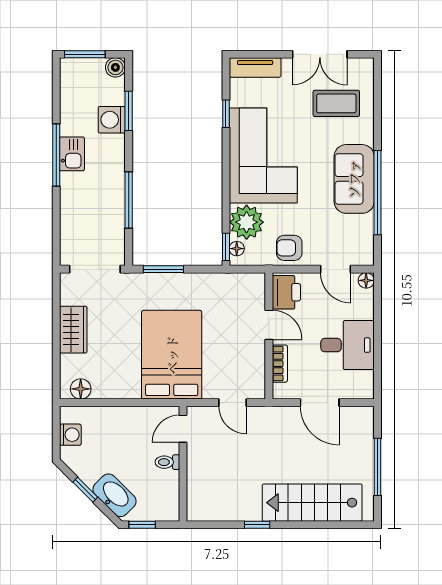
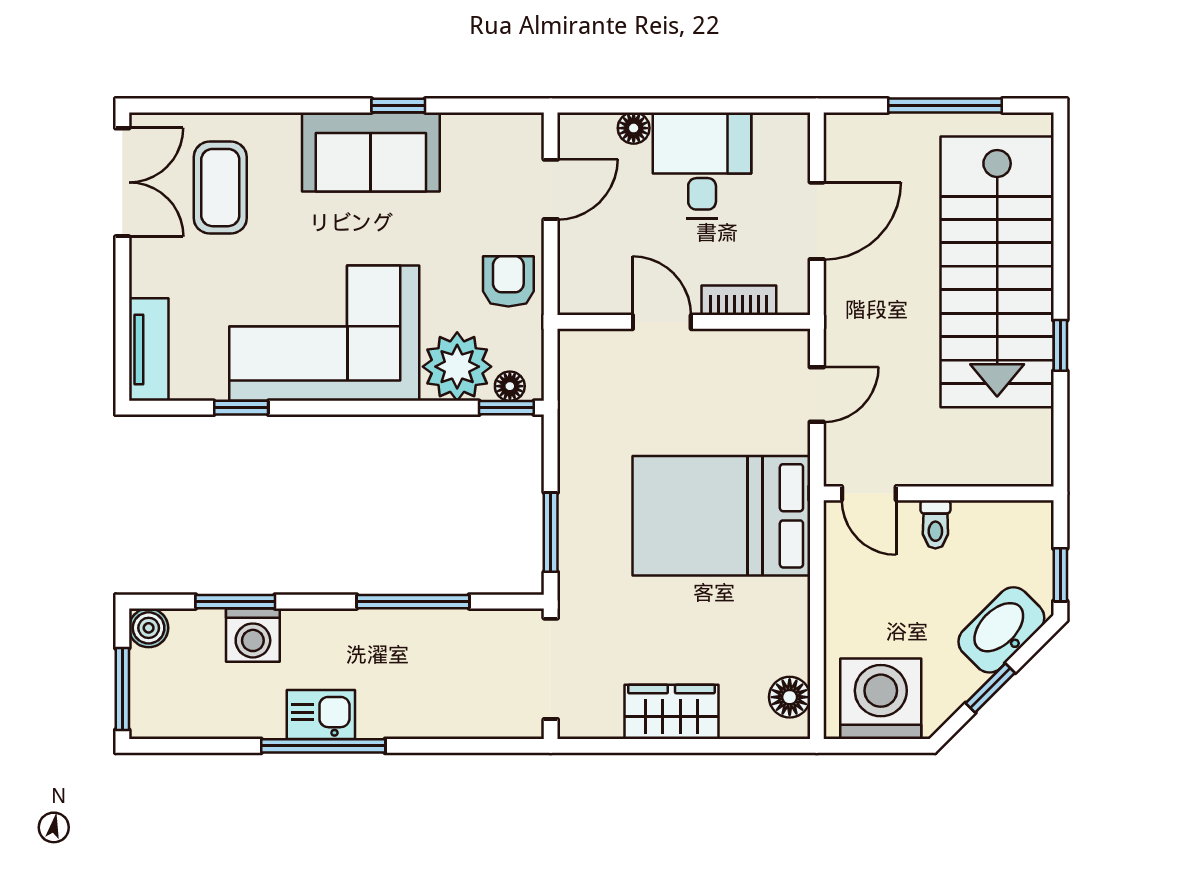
double door: (320, 54) -> (122, 182), moved
window: (377, 193) -> (398, 105), width x0.32
armchair: (289, 248) -> (508, 281), turned 180
floor lamp: (366, 280) -> (634, 128), moved
printer: (286, 292) -> (597, 287), removed
door: (269, 325) -> (662, 322), hinge flipped
washing machine: (70, 435) -> (881, 699), width x1.89, depth x1.89
stairs: (312, 503) -> (997, 272), width x1.36, depth x1.51

